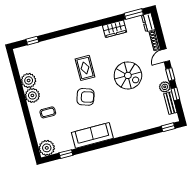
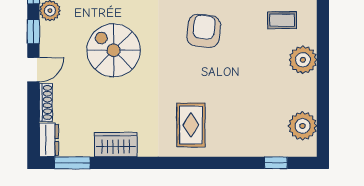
rug: (85, 68) -> (191, 125), moved
plant: (29, 80) -> (303, 126), moved
armchair: (85, 97) -> (204, 31), turned 78

